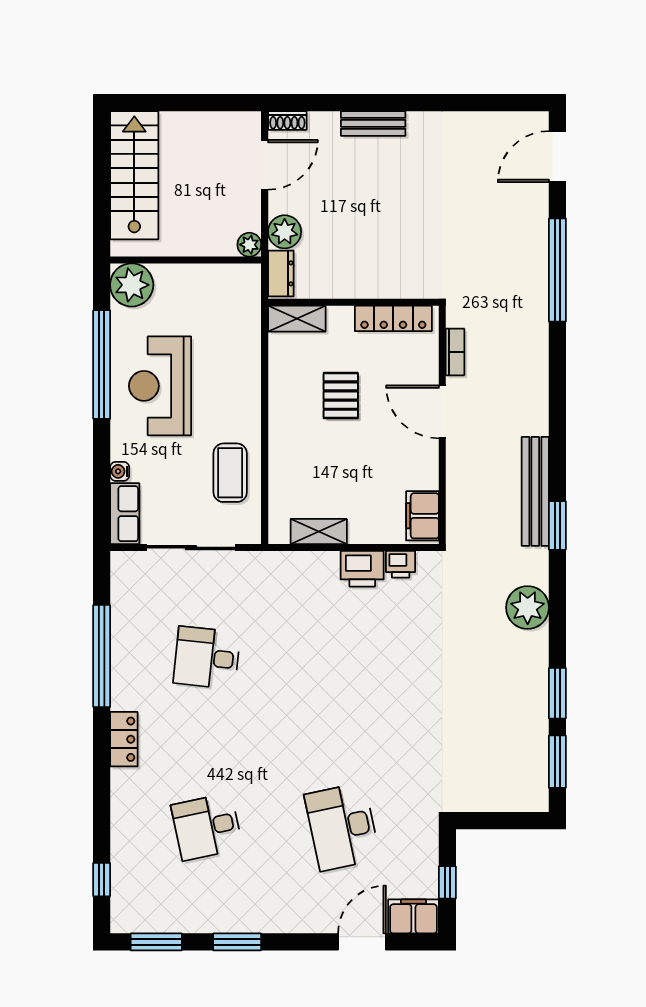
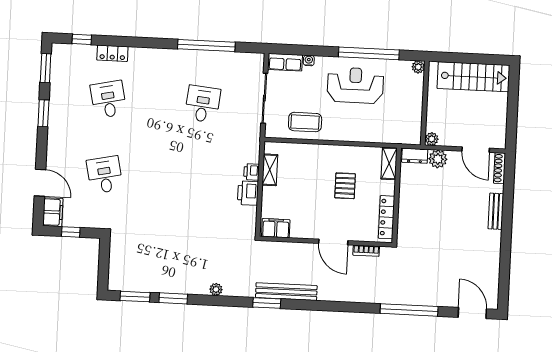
shoe rack: (287, 120) -> (500, 168), width x1.43
plant: (132, 285) -> (418, 67), width x0.53, depth x0.53
pallet: (341, 396) -> (345, 186), turned 90
door: (442, 412) -> (333, 242), swing flipped
printer: (401, 564) -> (251, 172), moved
plant: (528, 608) -> (216, 289), width x0.53, depth x0.53
locker: (124, 739) -> (112, 53), moved
desk: (342, 827) -> (105, 175), width x0.73

